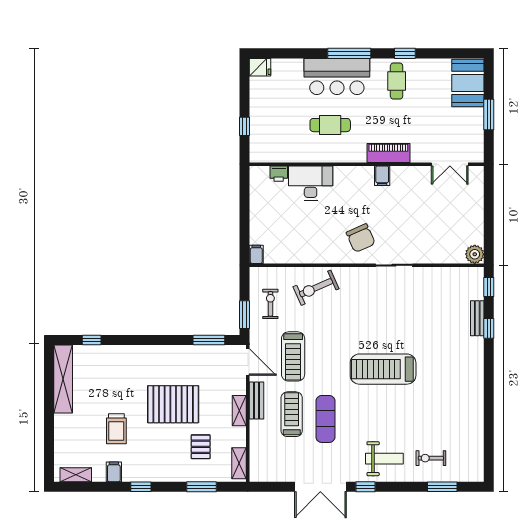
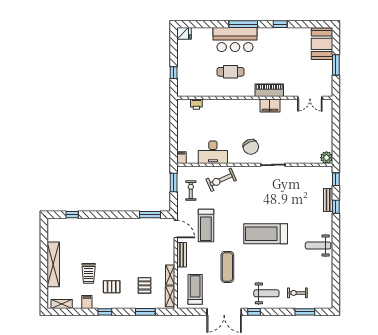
cafe table: (397, 81) -> (275, 43), removed
filing cabinet: (382, 176) -> (270, 105), width x2.00
desk: (311, 183) -> (213, 152), moved, turned 180
window: (245, 315) -> (174, 182), moved
shelving: (63, 379) -> (53, 264), moved
weight bench: (462, 387) -> (318, 246), added
pallet: (173, 404) -> (112, 287), moved, width x0.49, depth x0.50
shelving: (239, 411) -> (170, 275), moved
treadmill: (292, 414) -> (195, 289), moved

